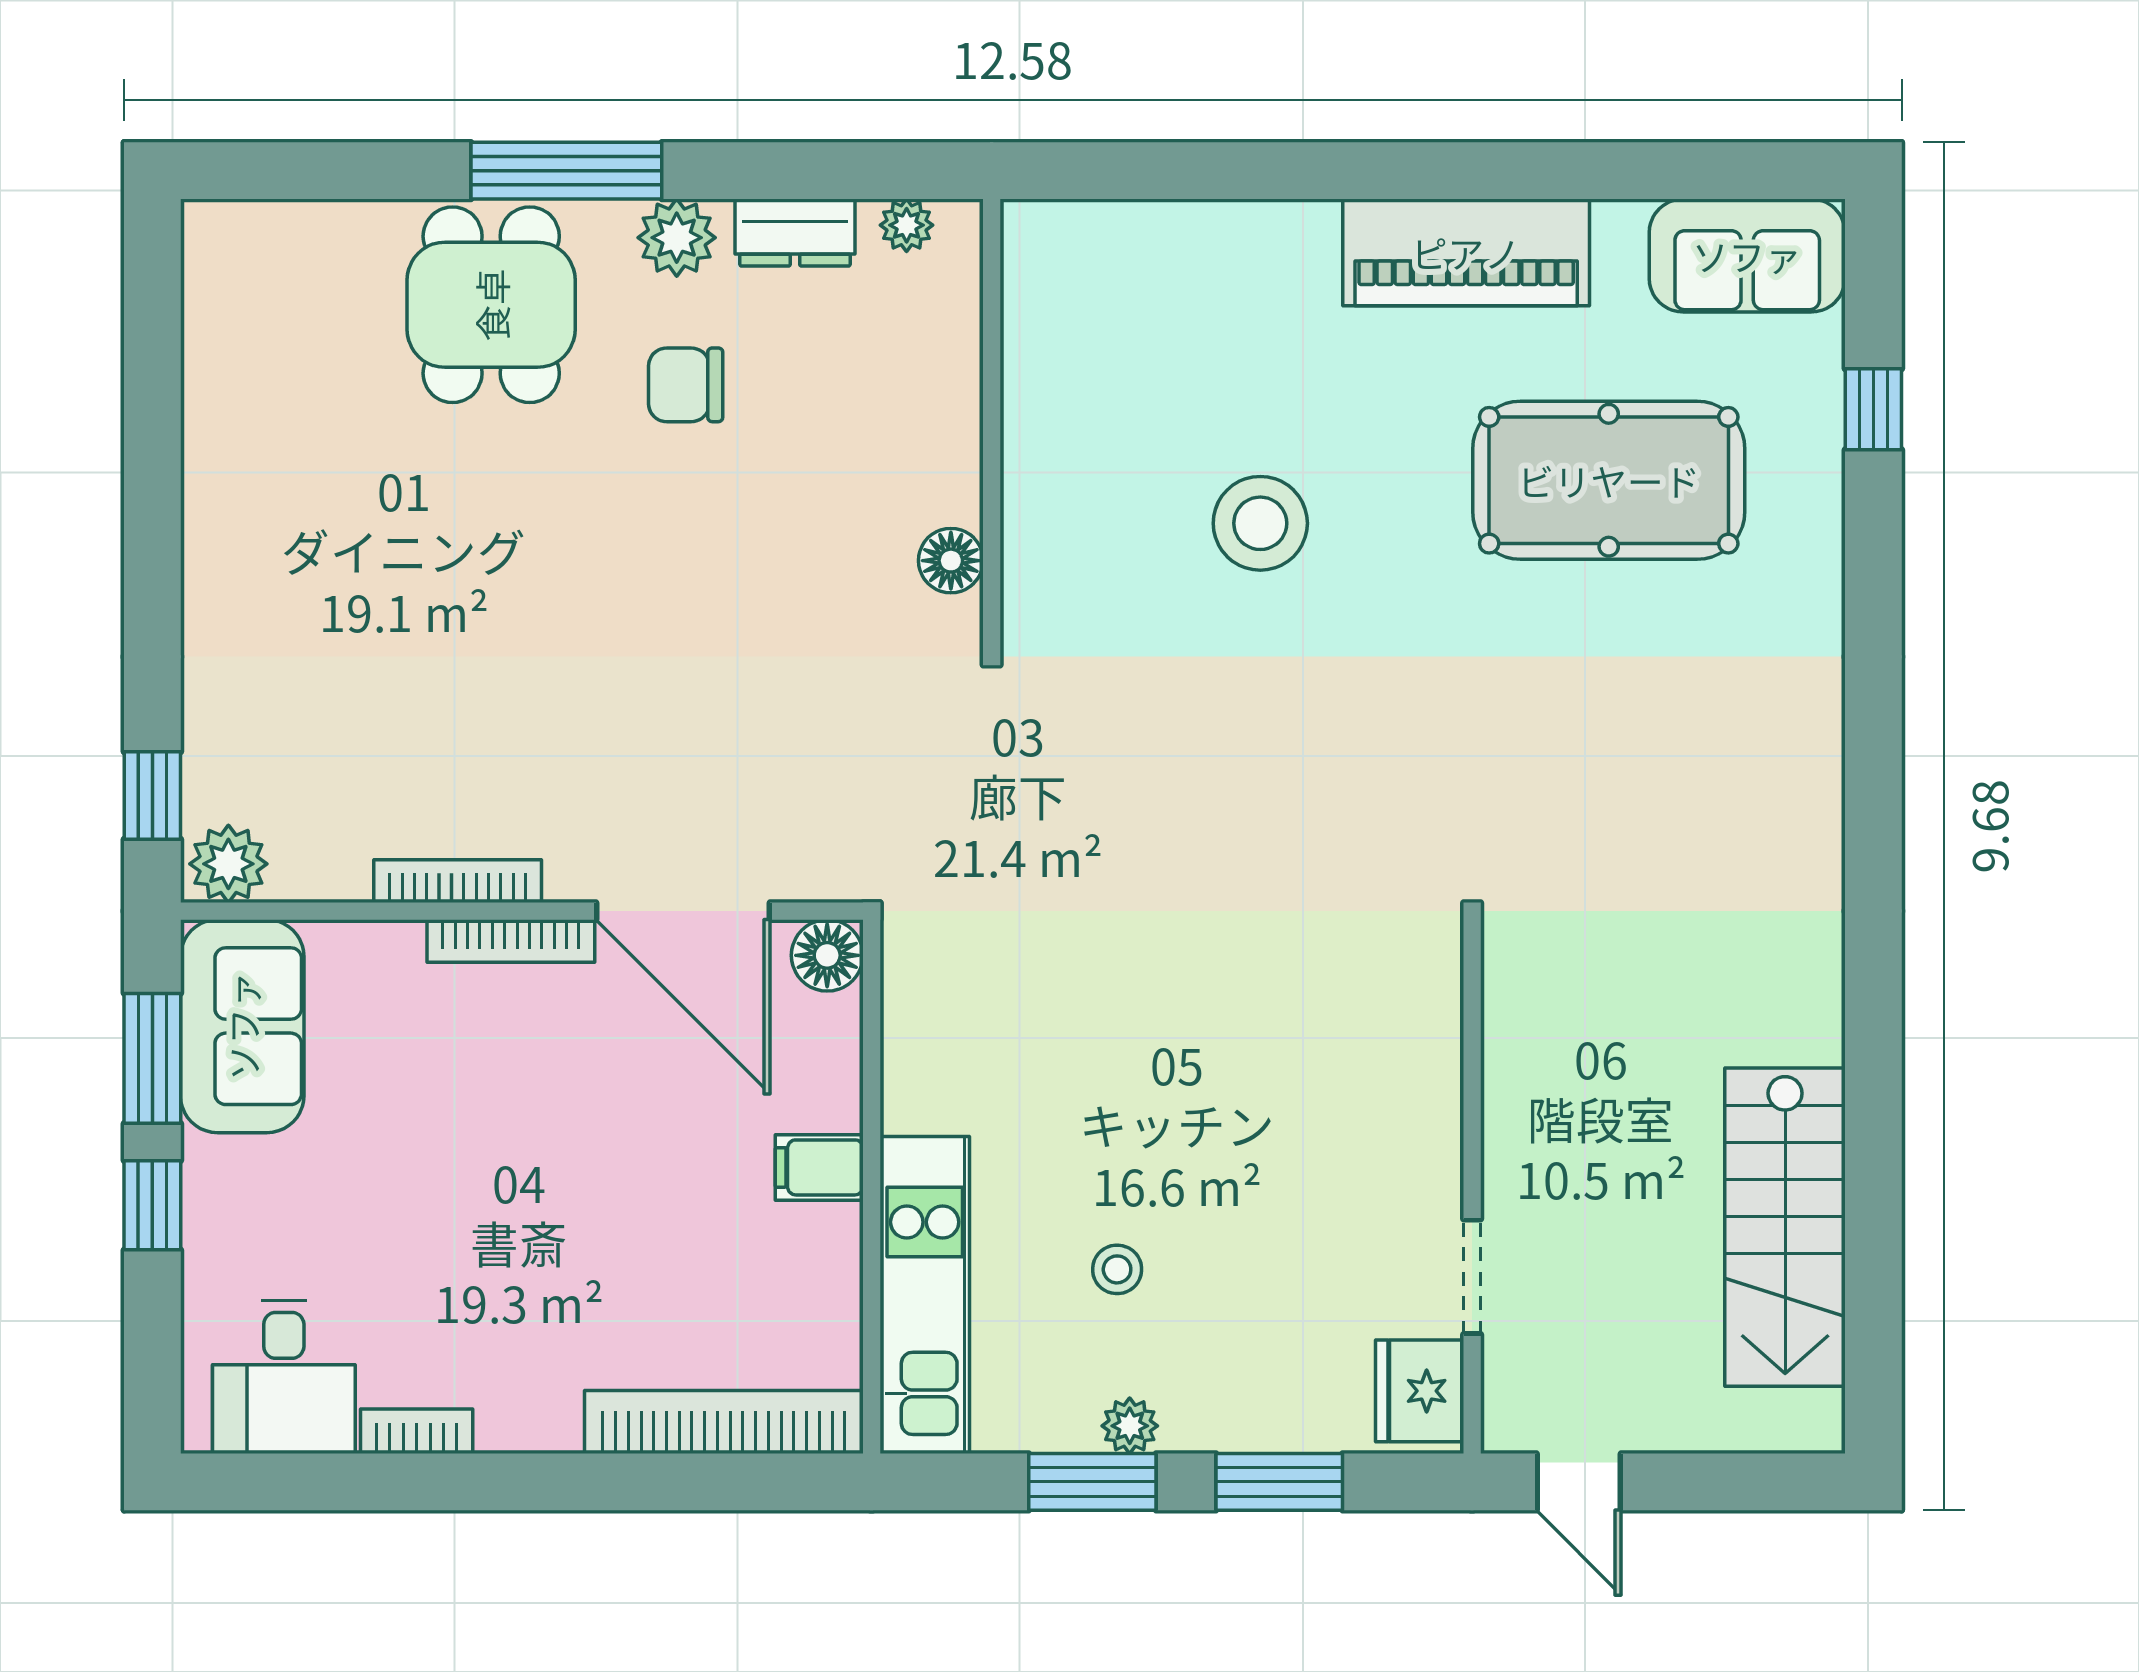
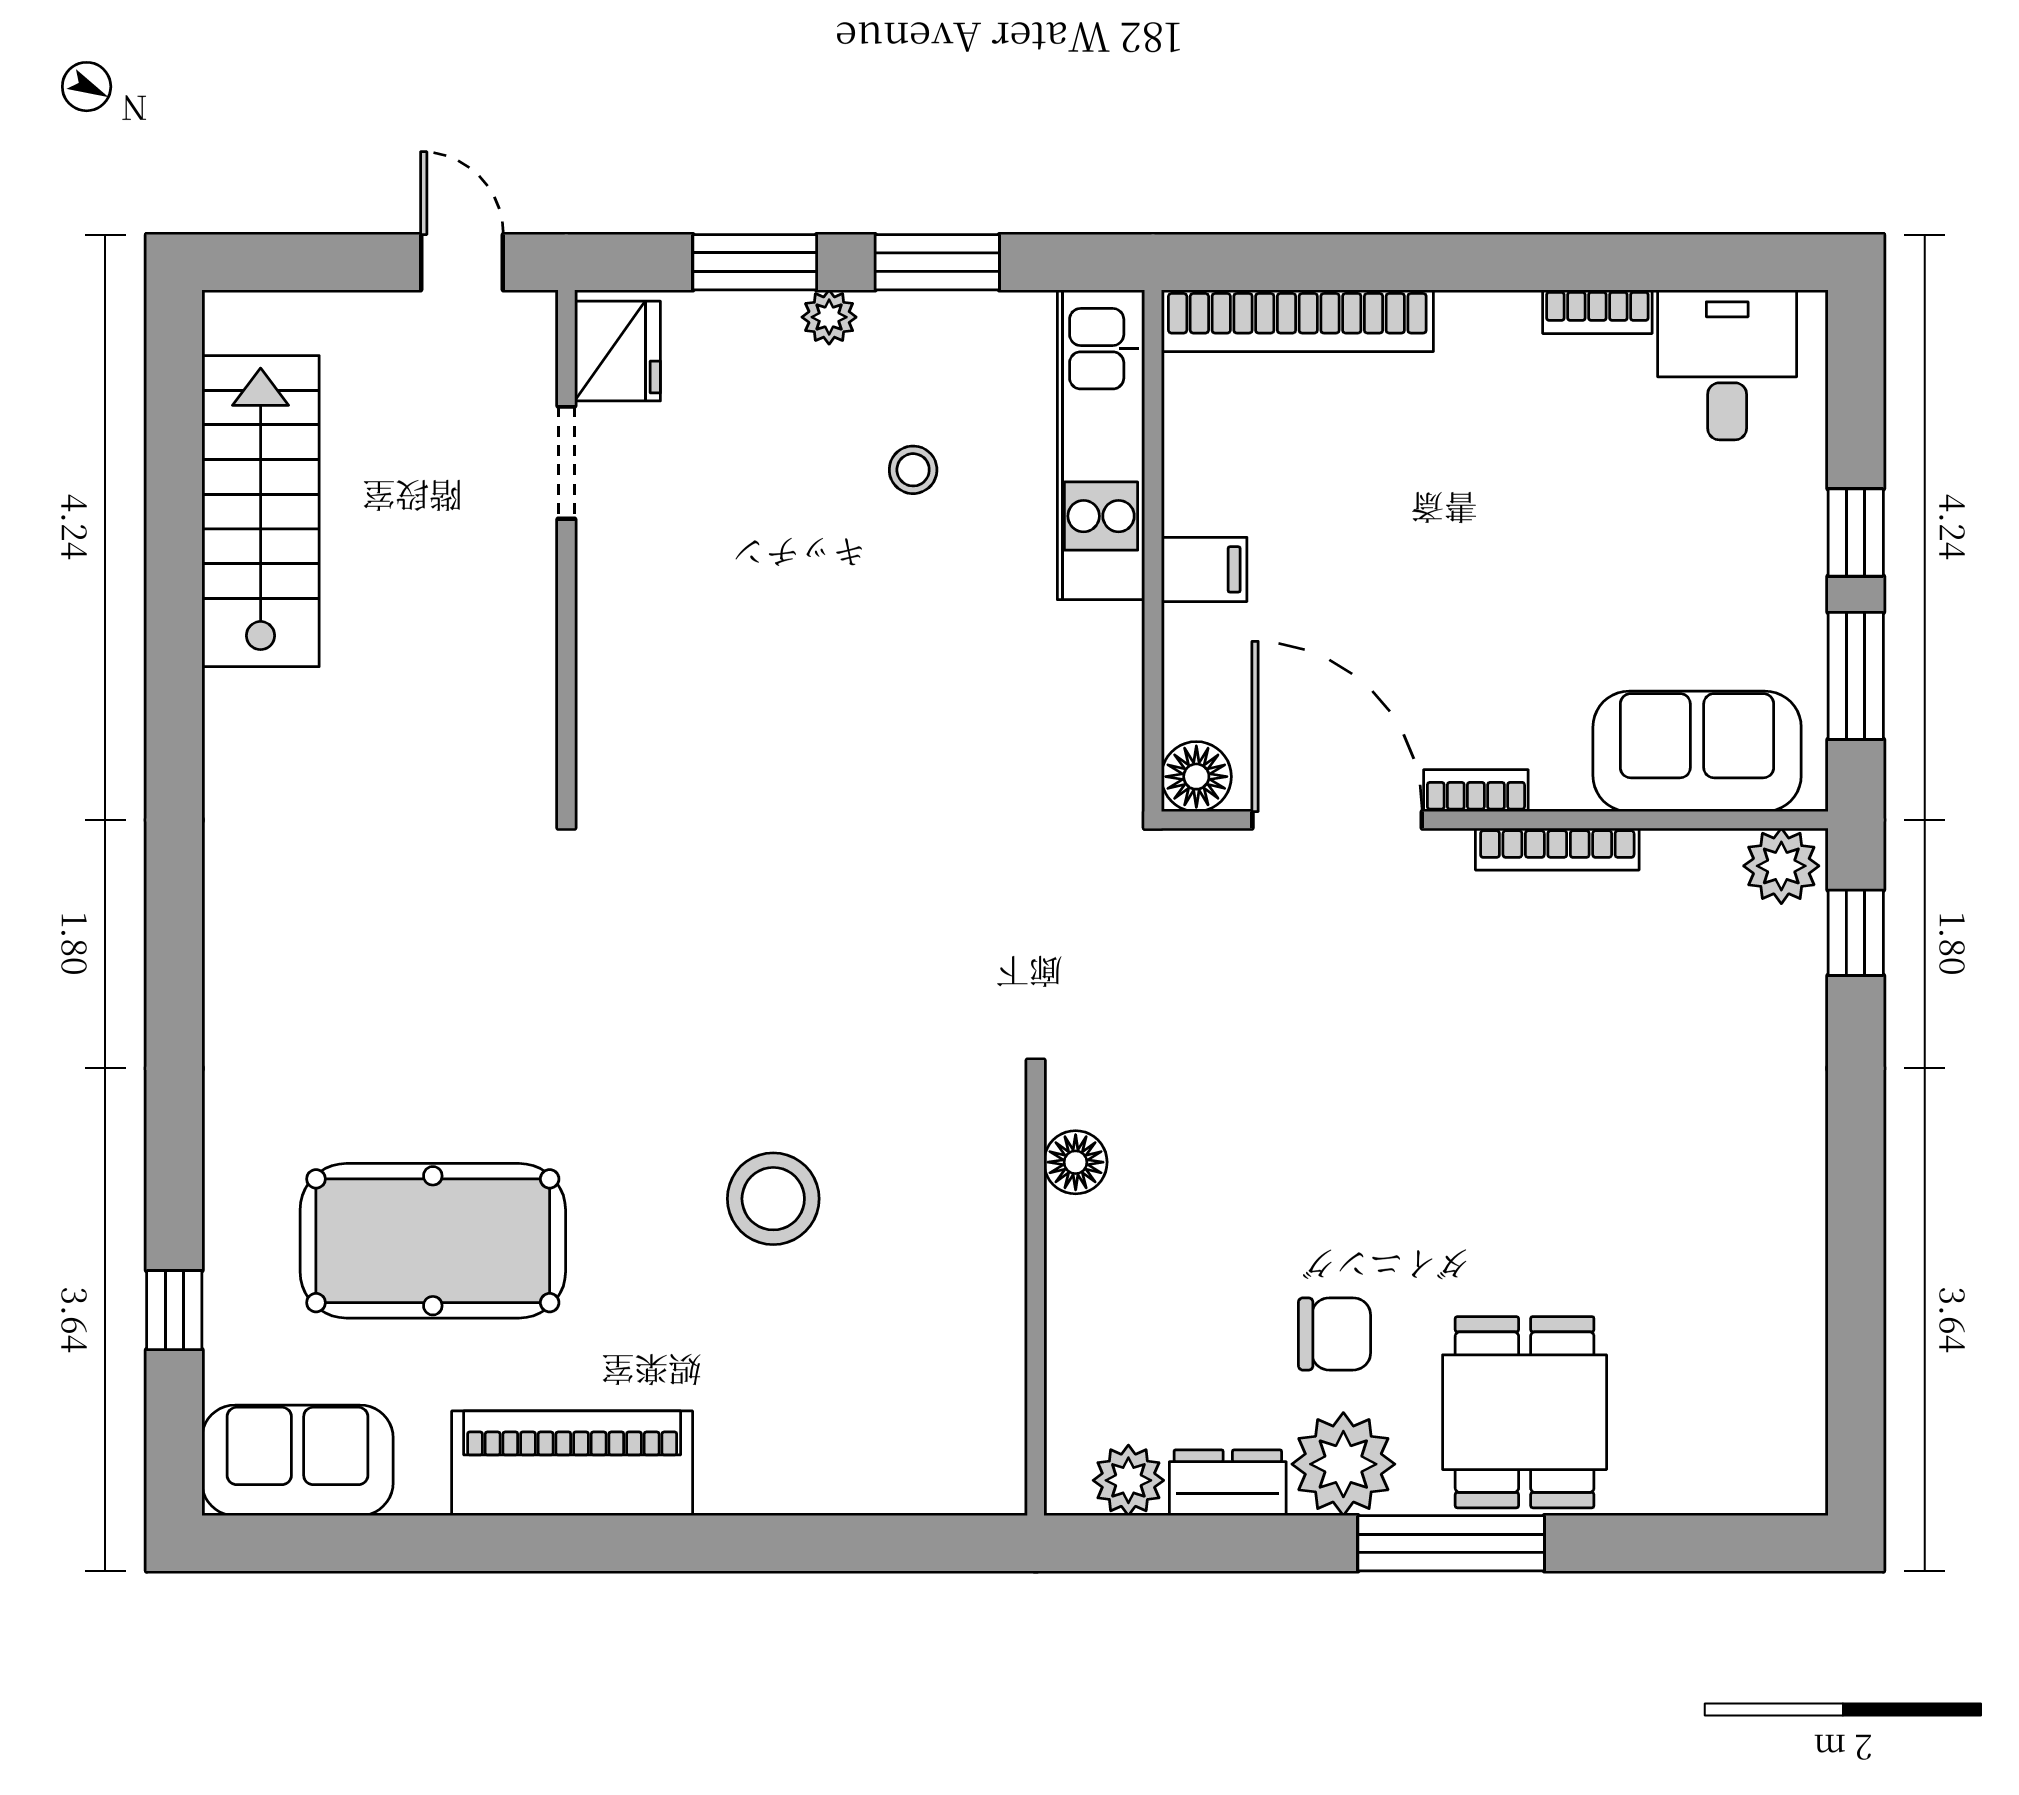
plant: (907, 225) -> (1128, 1480), width x1.38, depth x1.38
plant: (677, 238) -> (1343, 1464), width x1.36, depth x1.36
bookcase: (511, 941) -> (1476, 791), width x0.64
sofa: (242, 1026) -> (1697, 751), moved, turned 90
plant: (1130, 1426) -> (829, 317), moved

